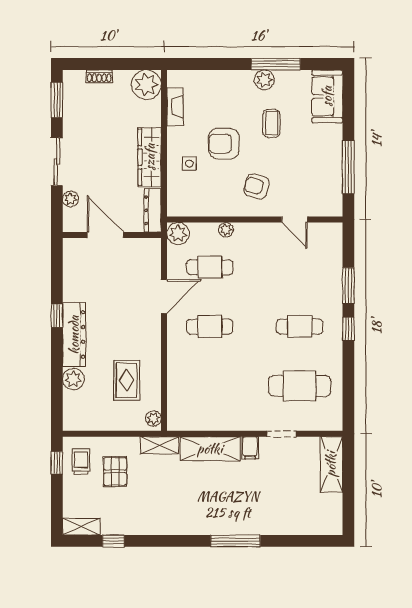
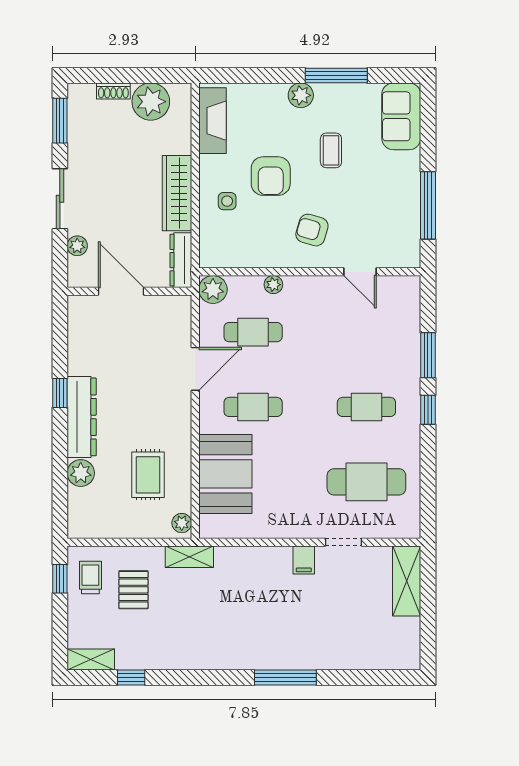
plant: (264, 80) -> (301, 95), moved
plant: (146, 85) -> (151, 102), moved
fireplace: (175, 107) -> (212, 121), width x1.37, depth x1.32
armchair: (224, 144) -> (271, 176), turned -90
booth: (188, 380) -> (225, 474), added
shelving: (210, 449) -> (253, 561), removed

